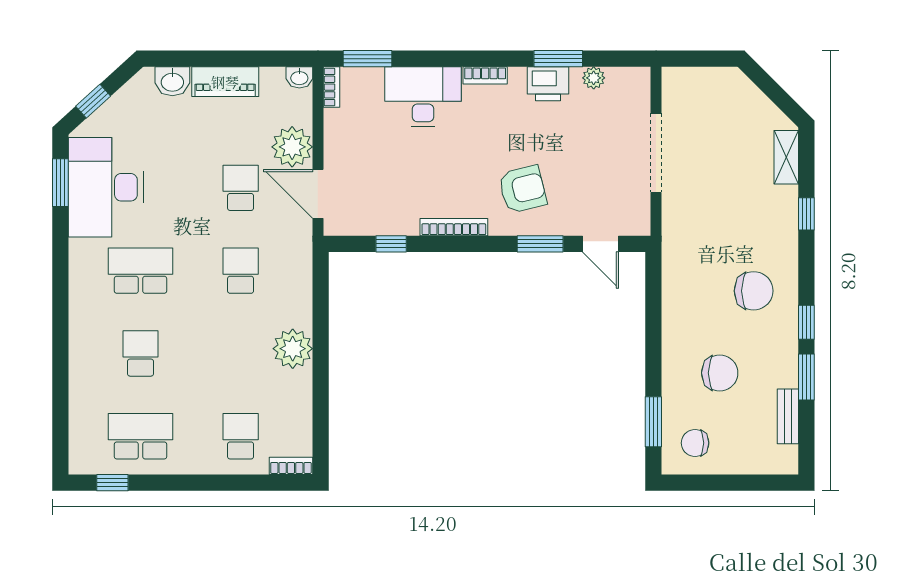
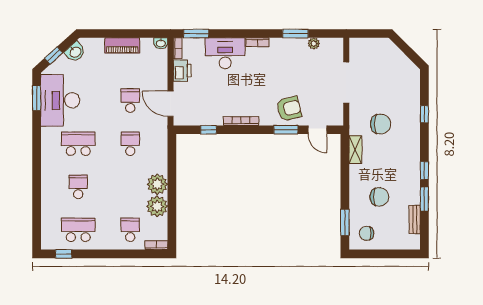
washbasin: (172, 81) -> (75, 52), moved, turned -42
printer: (548, 84) -> (182, 71), moved, turned -90
plant: (292, 147) -> (157, 206), moved
shelving: (786, 157) -> (355, 150), moved
armchair: (523, 189) -> (289, 109), moved
chair: (754, 291) -> (381, 124), moved

